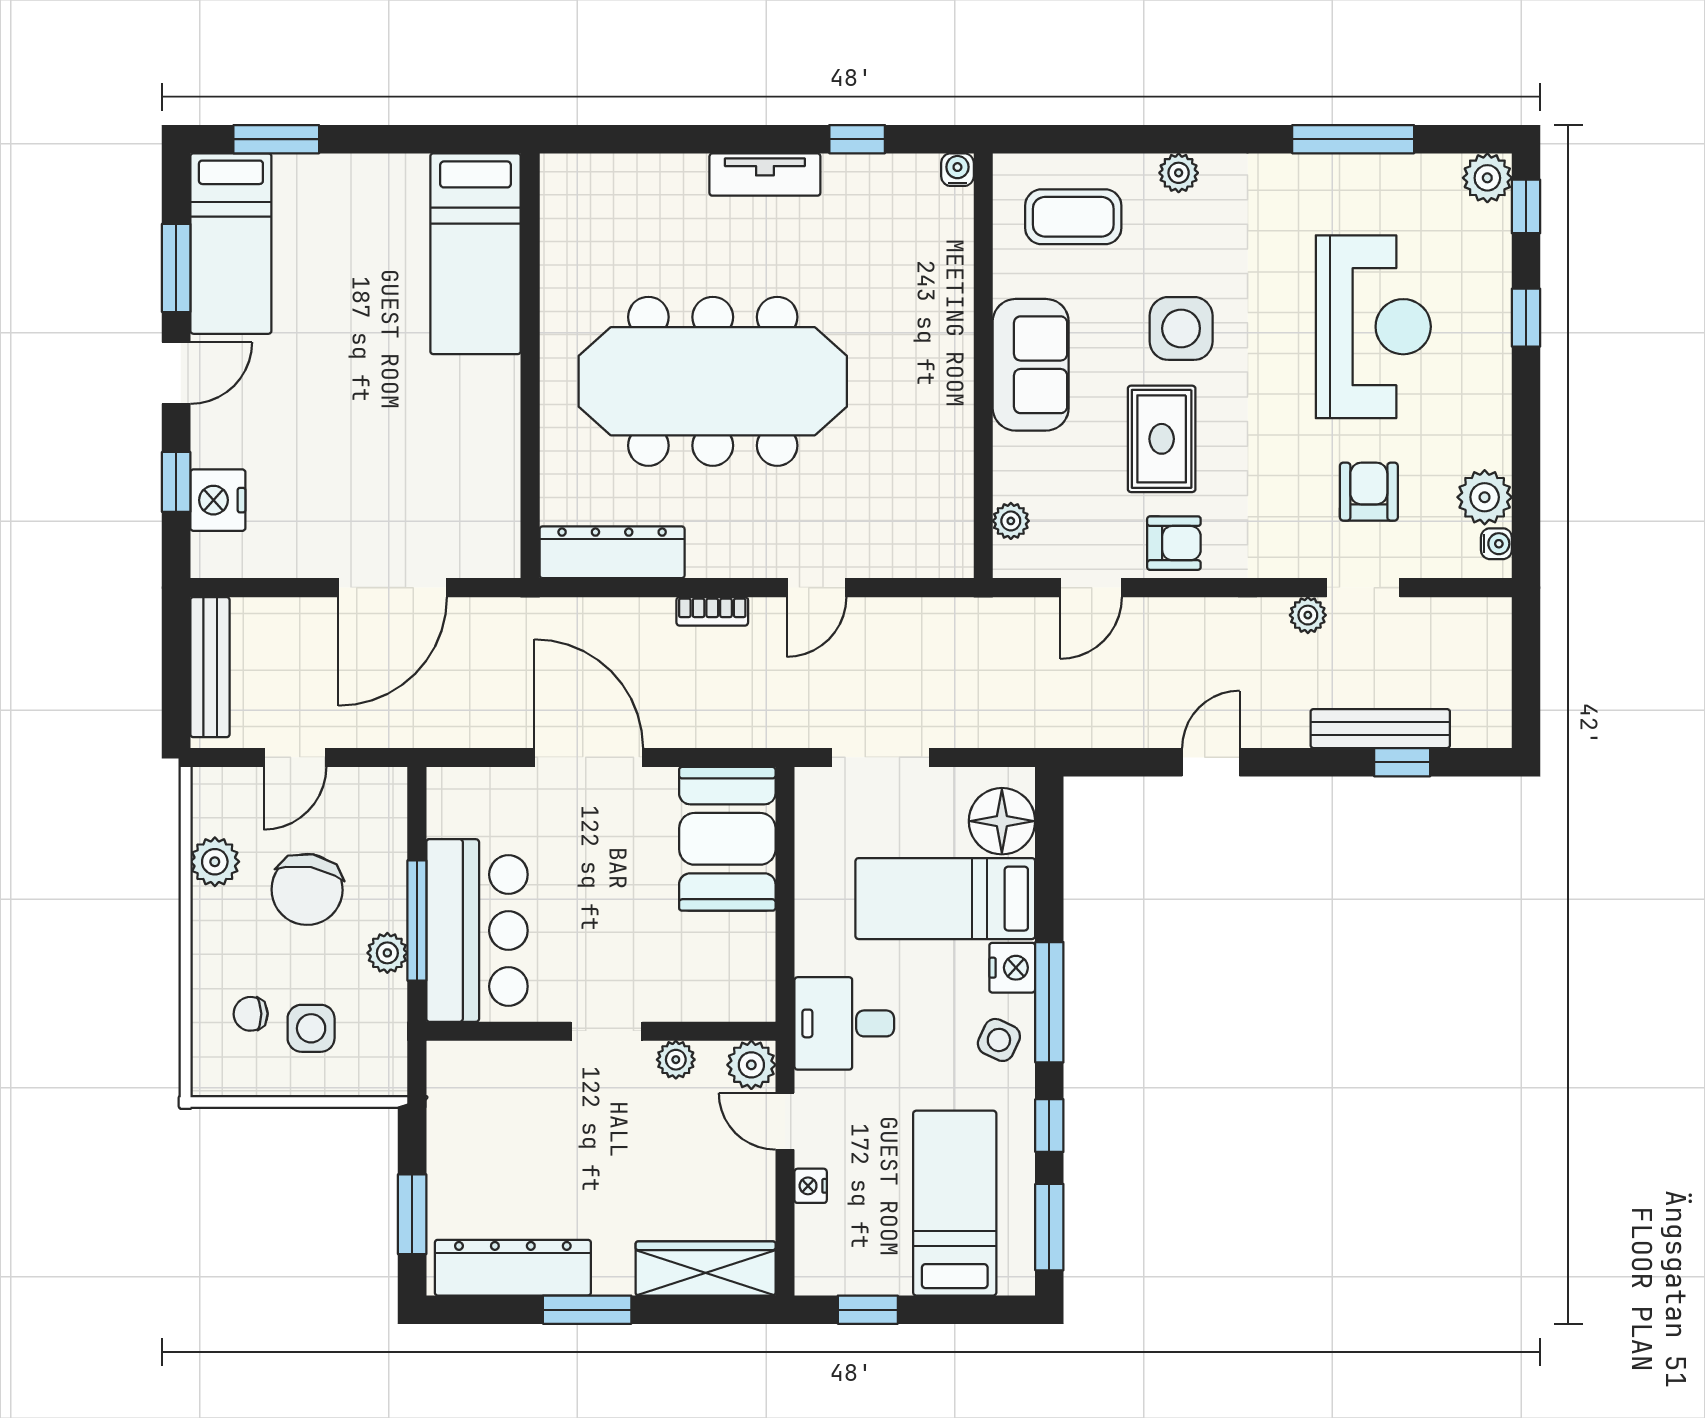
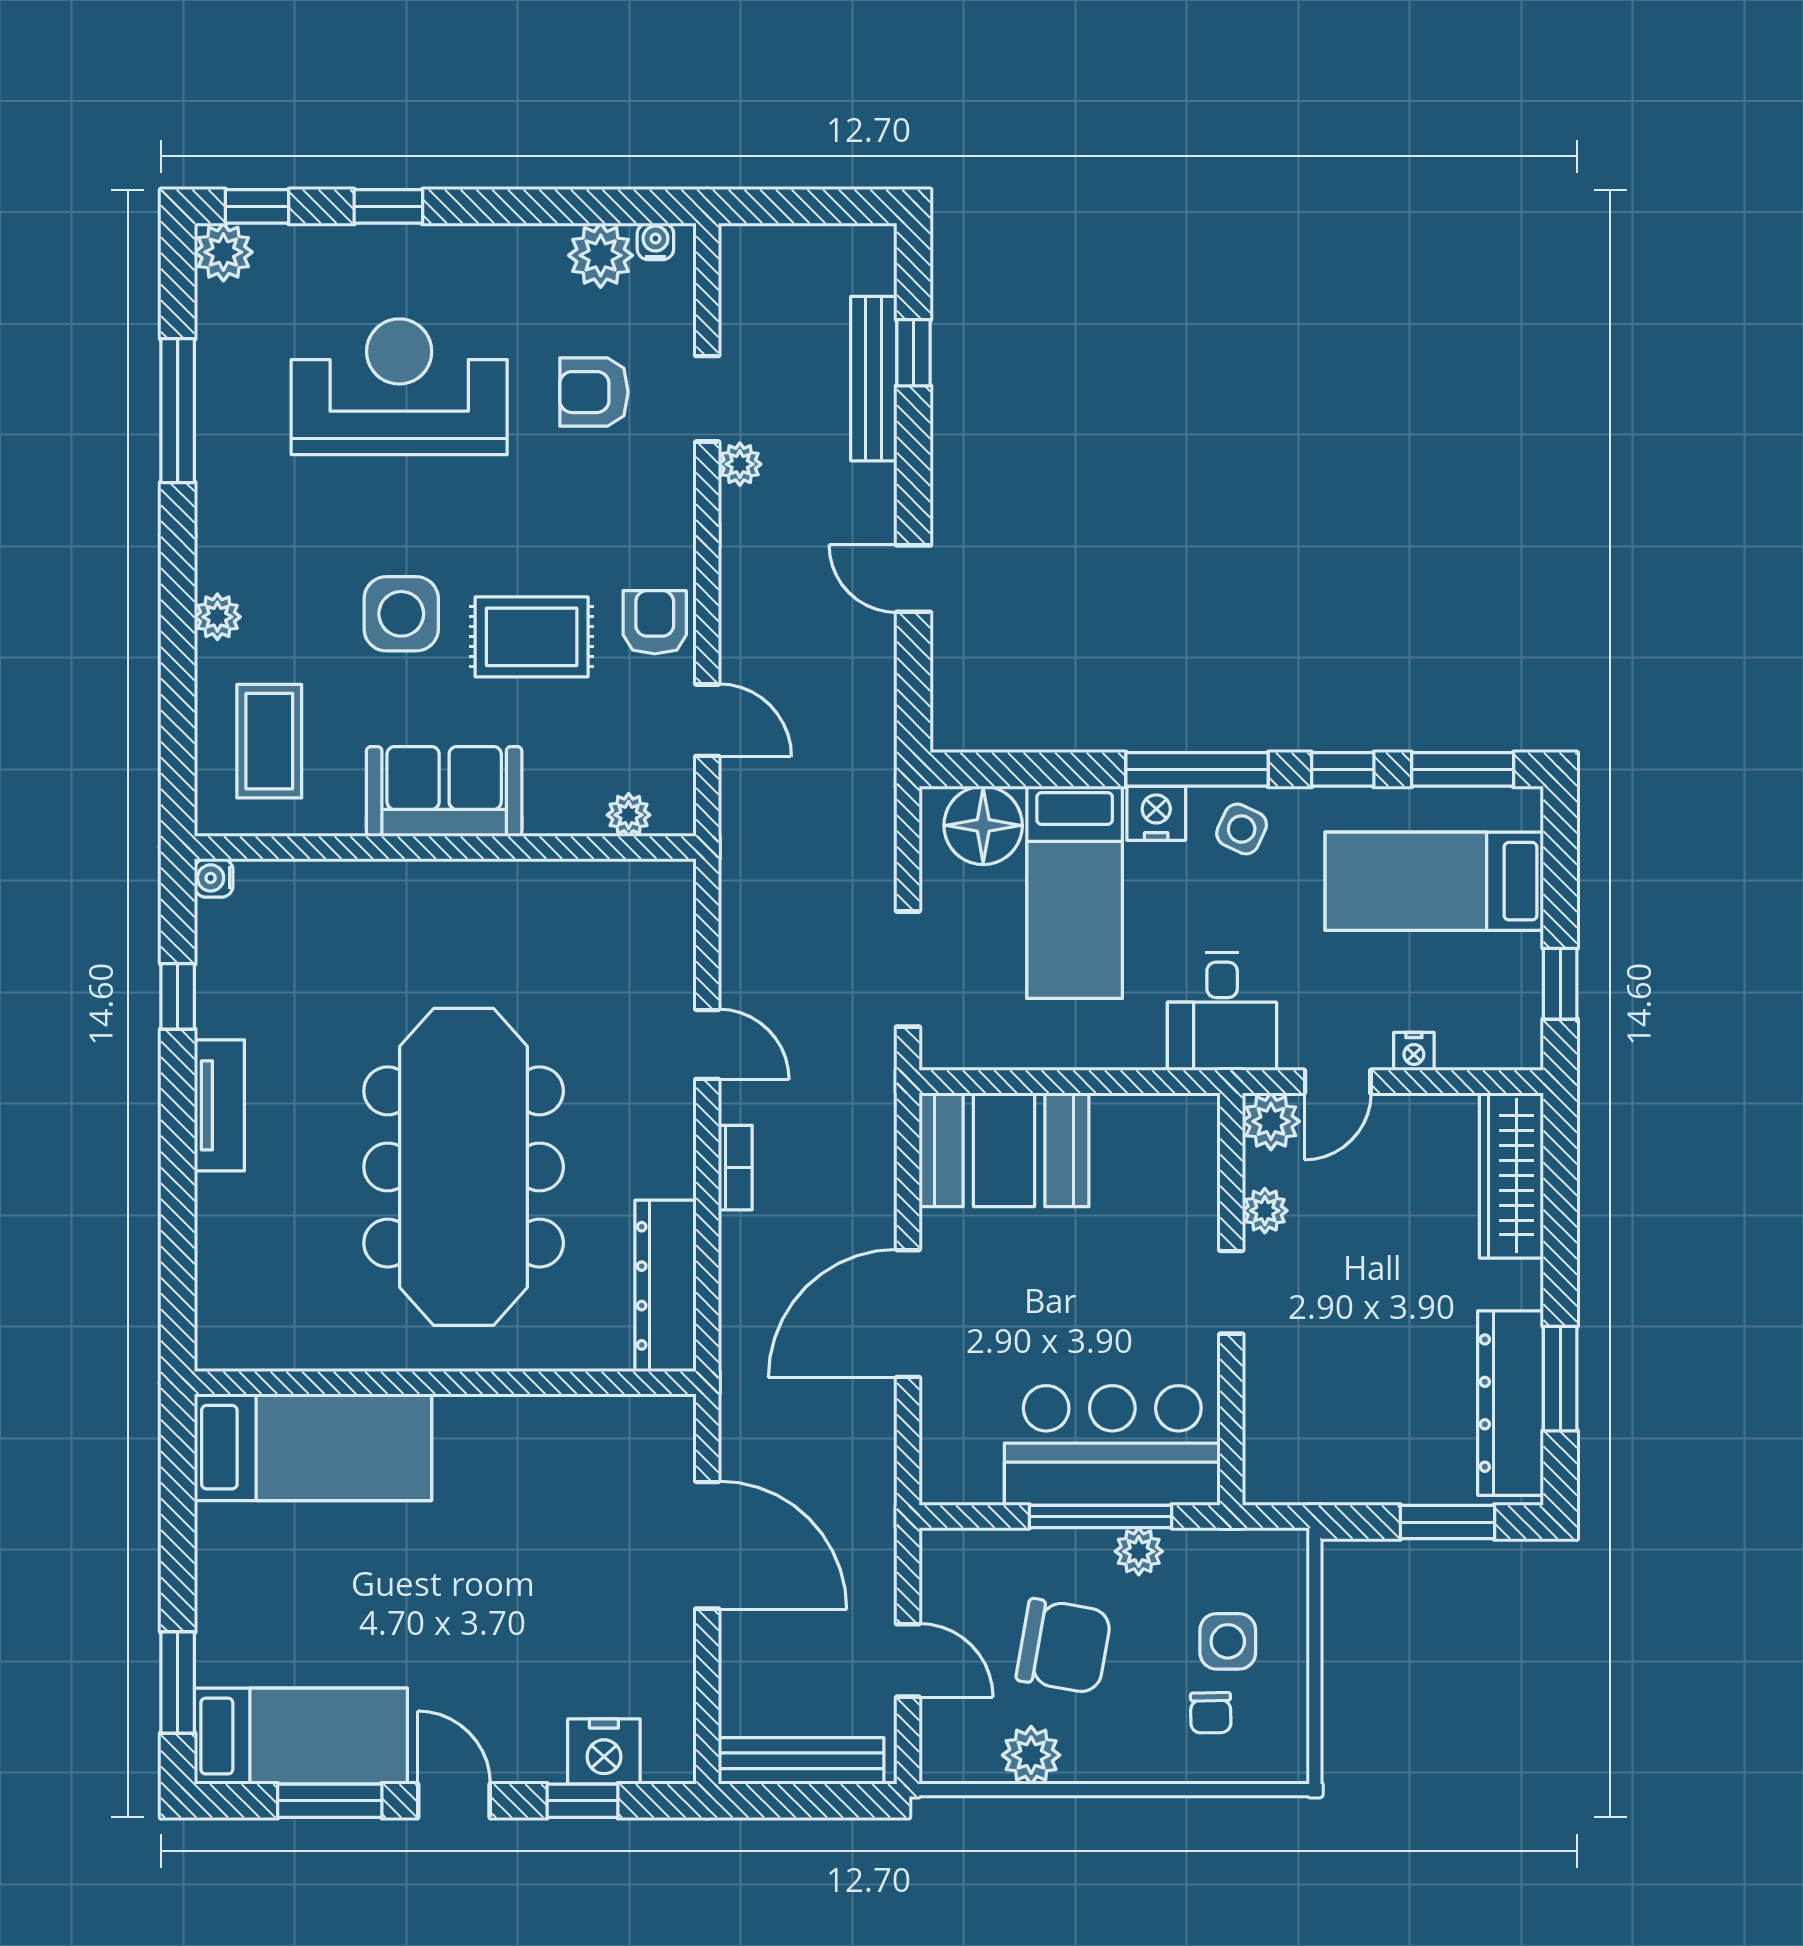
window: (587, 1310) -> (1560, 1379), moved

